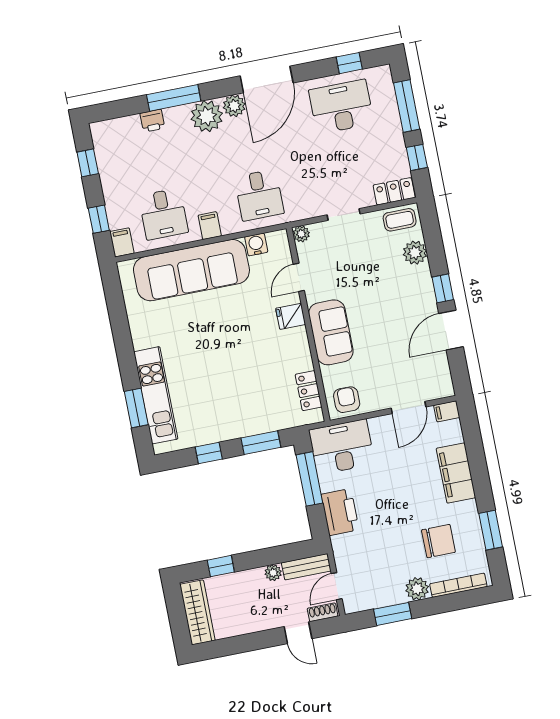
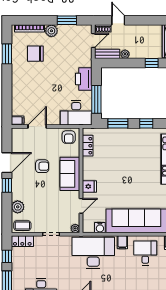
desk: (259, 195) -> (93, 253), width x1.87, depth x1.30
armchair: (385, 336) -> (42, 166), added
filing cabinet: (456, 473) -> (19, 87), removed

